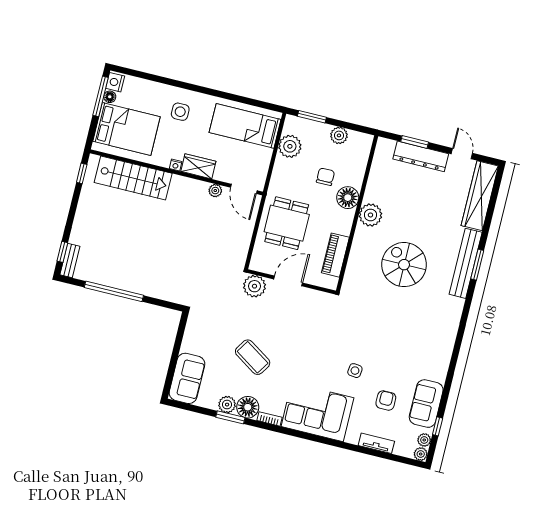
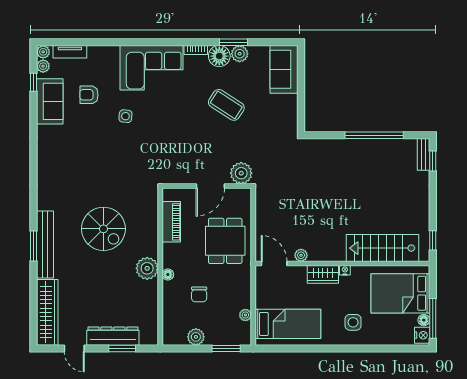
plant: (290, 146) -> (245, 315), width x0.53, depth x0.53
floor lamp: (348, 198) -> (168, 275), width x0.53, depth x0.53
armchair: (386, 401) -> (89, 95), turned 90
tv unit: (376, 443) -> (70, 52), moved

